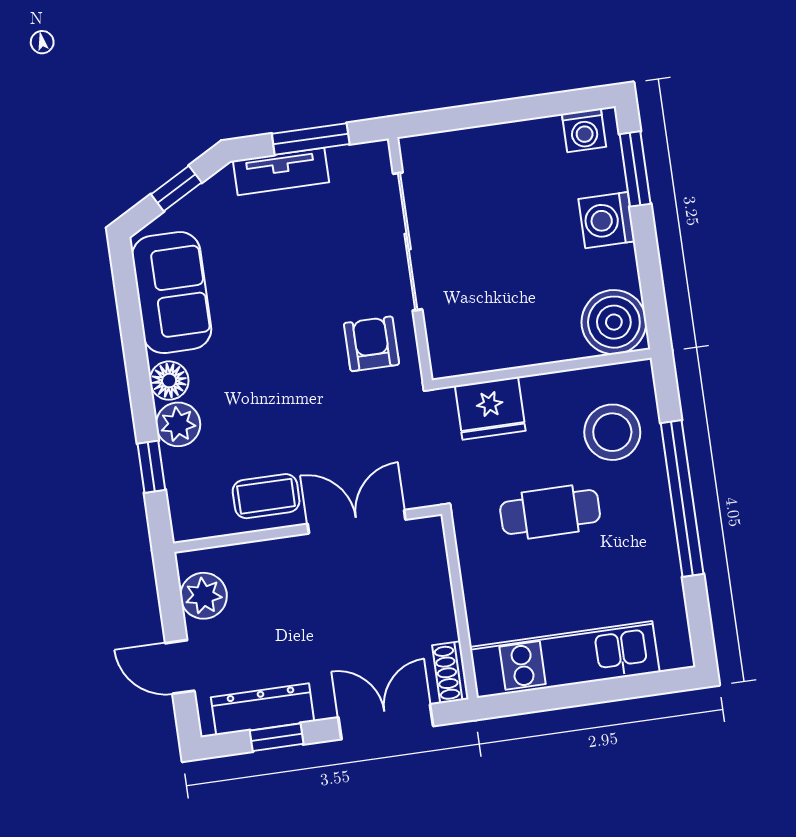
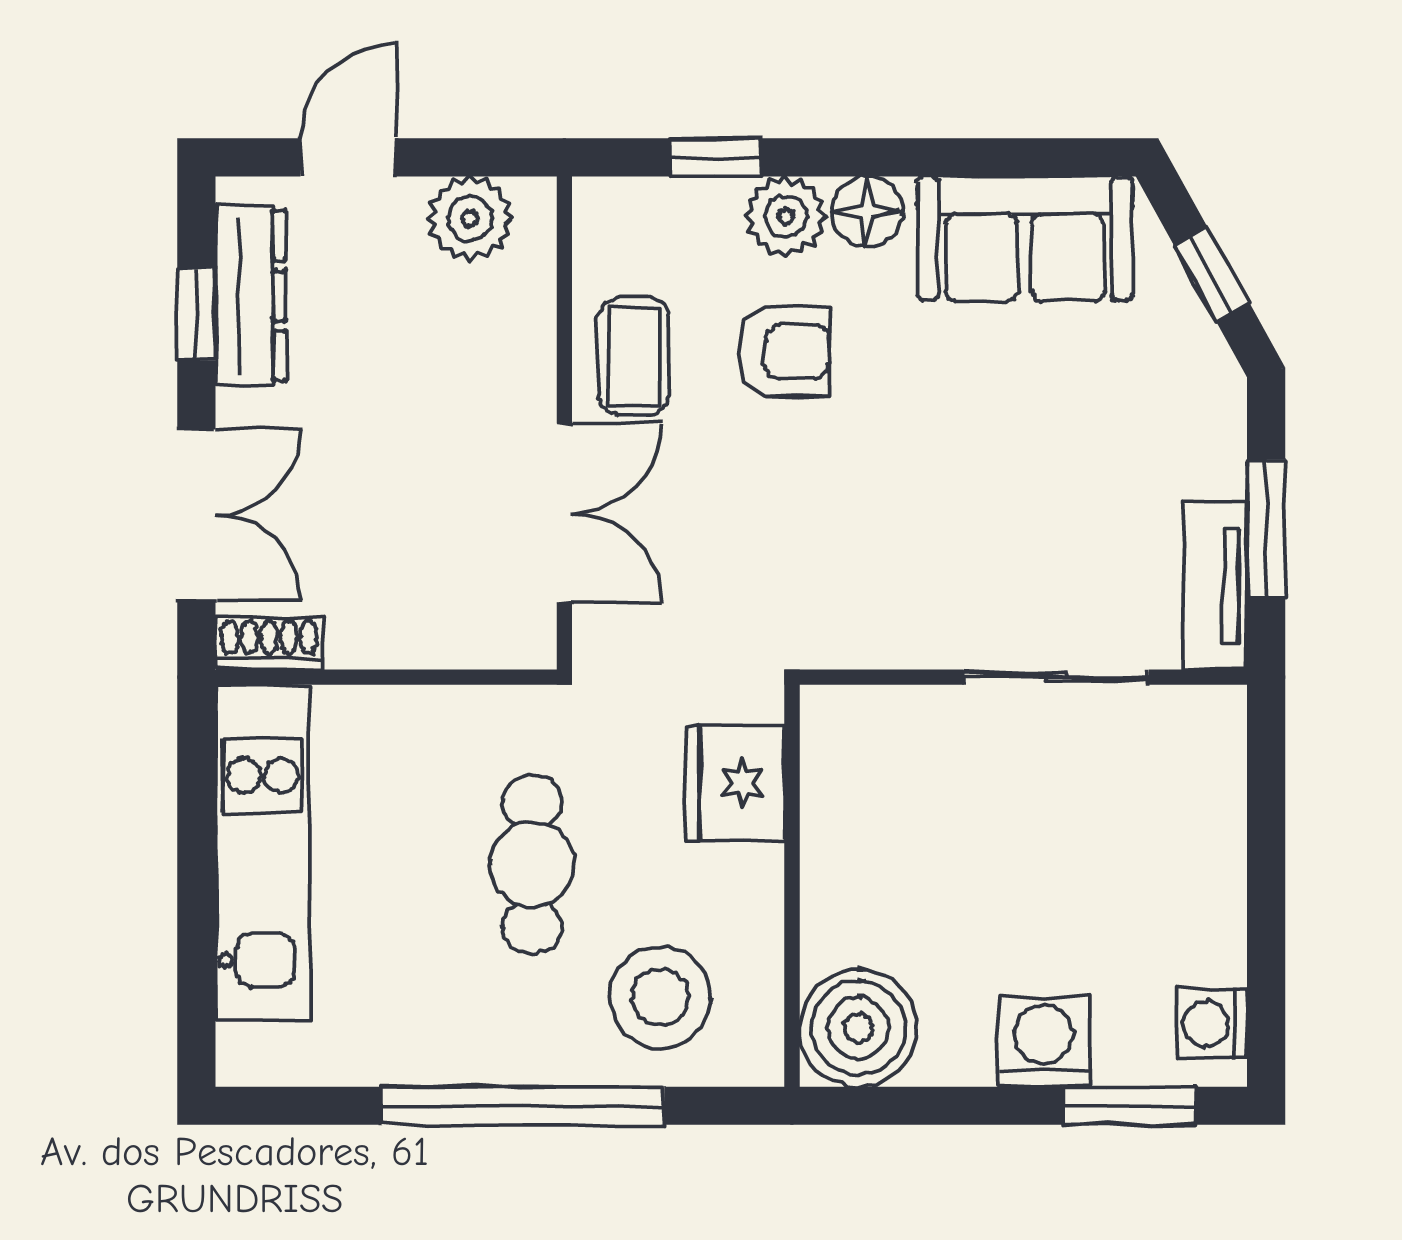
tv unit: (281, 171) -> (1215, 586), moved
sliding door: (408, 242) -> (1056, 677), width x0.73
armchair: (372, 344) -> (784, 352), moved

